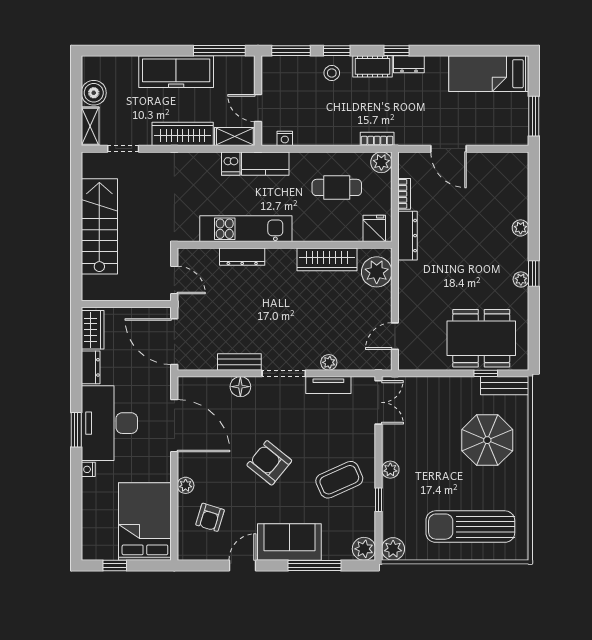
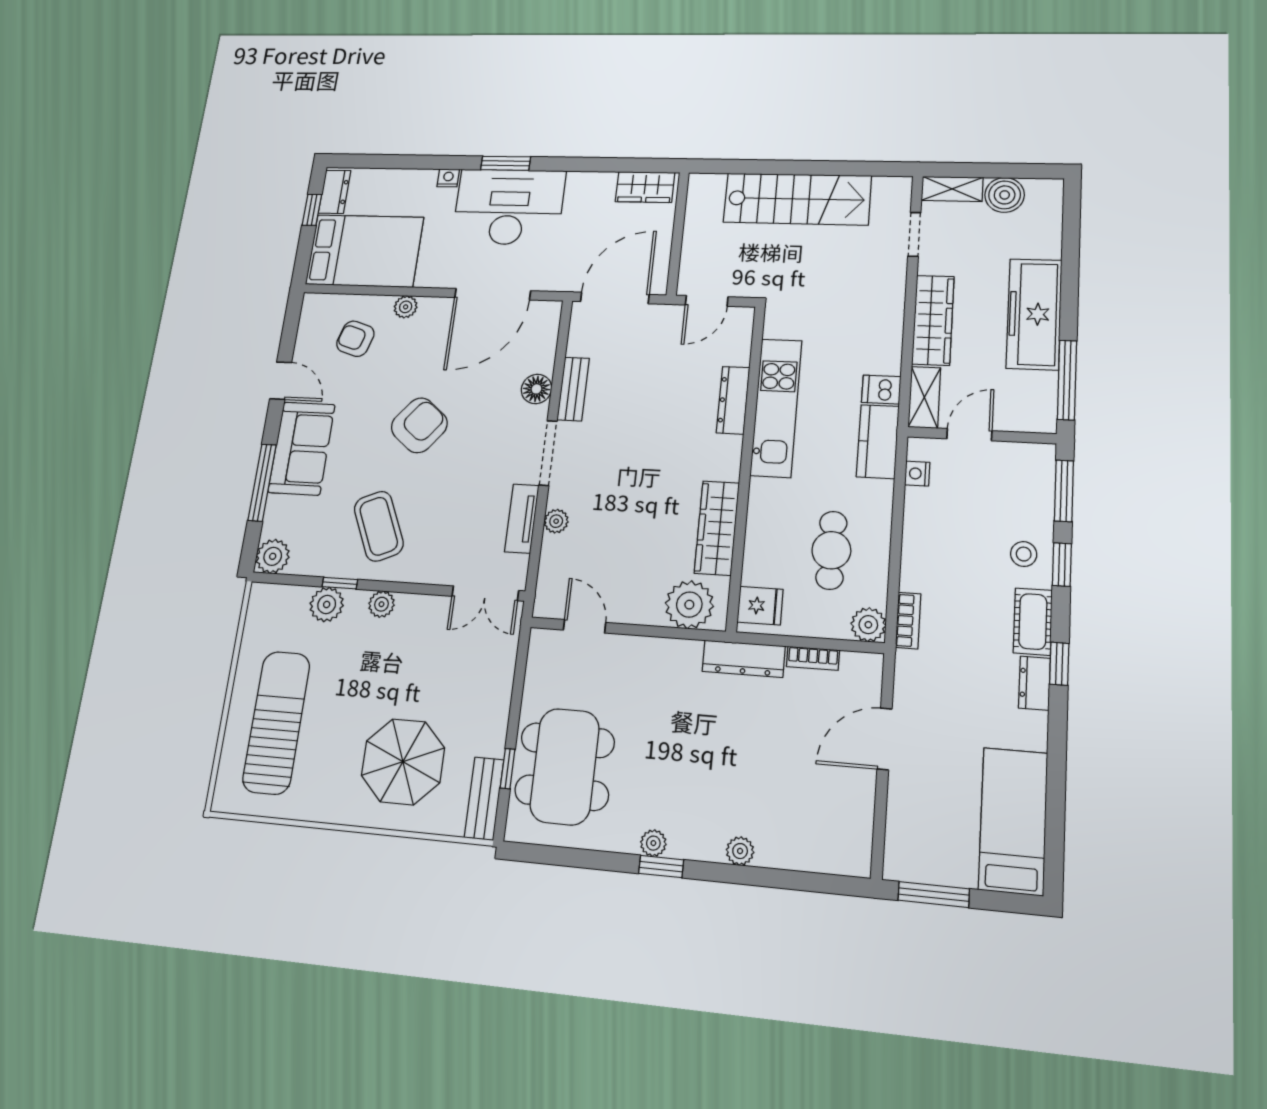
dresser: (91, 367) -> (335, 192), moved, turned -90
plant: (393, 549) -> (327, 604), moved

